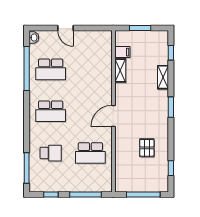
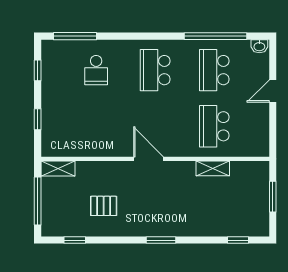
filing cabinet: (122, 52) -> (239, 172), removed
shelving: (163, 77) -> (58, 169), moved
school desk: (90, 153) -> (214, 126), moved
window: (85, 194) -> (38, 119), width x0.46

